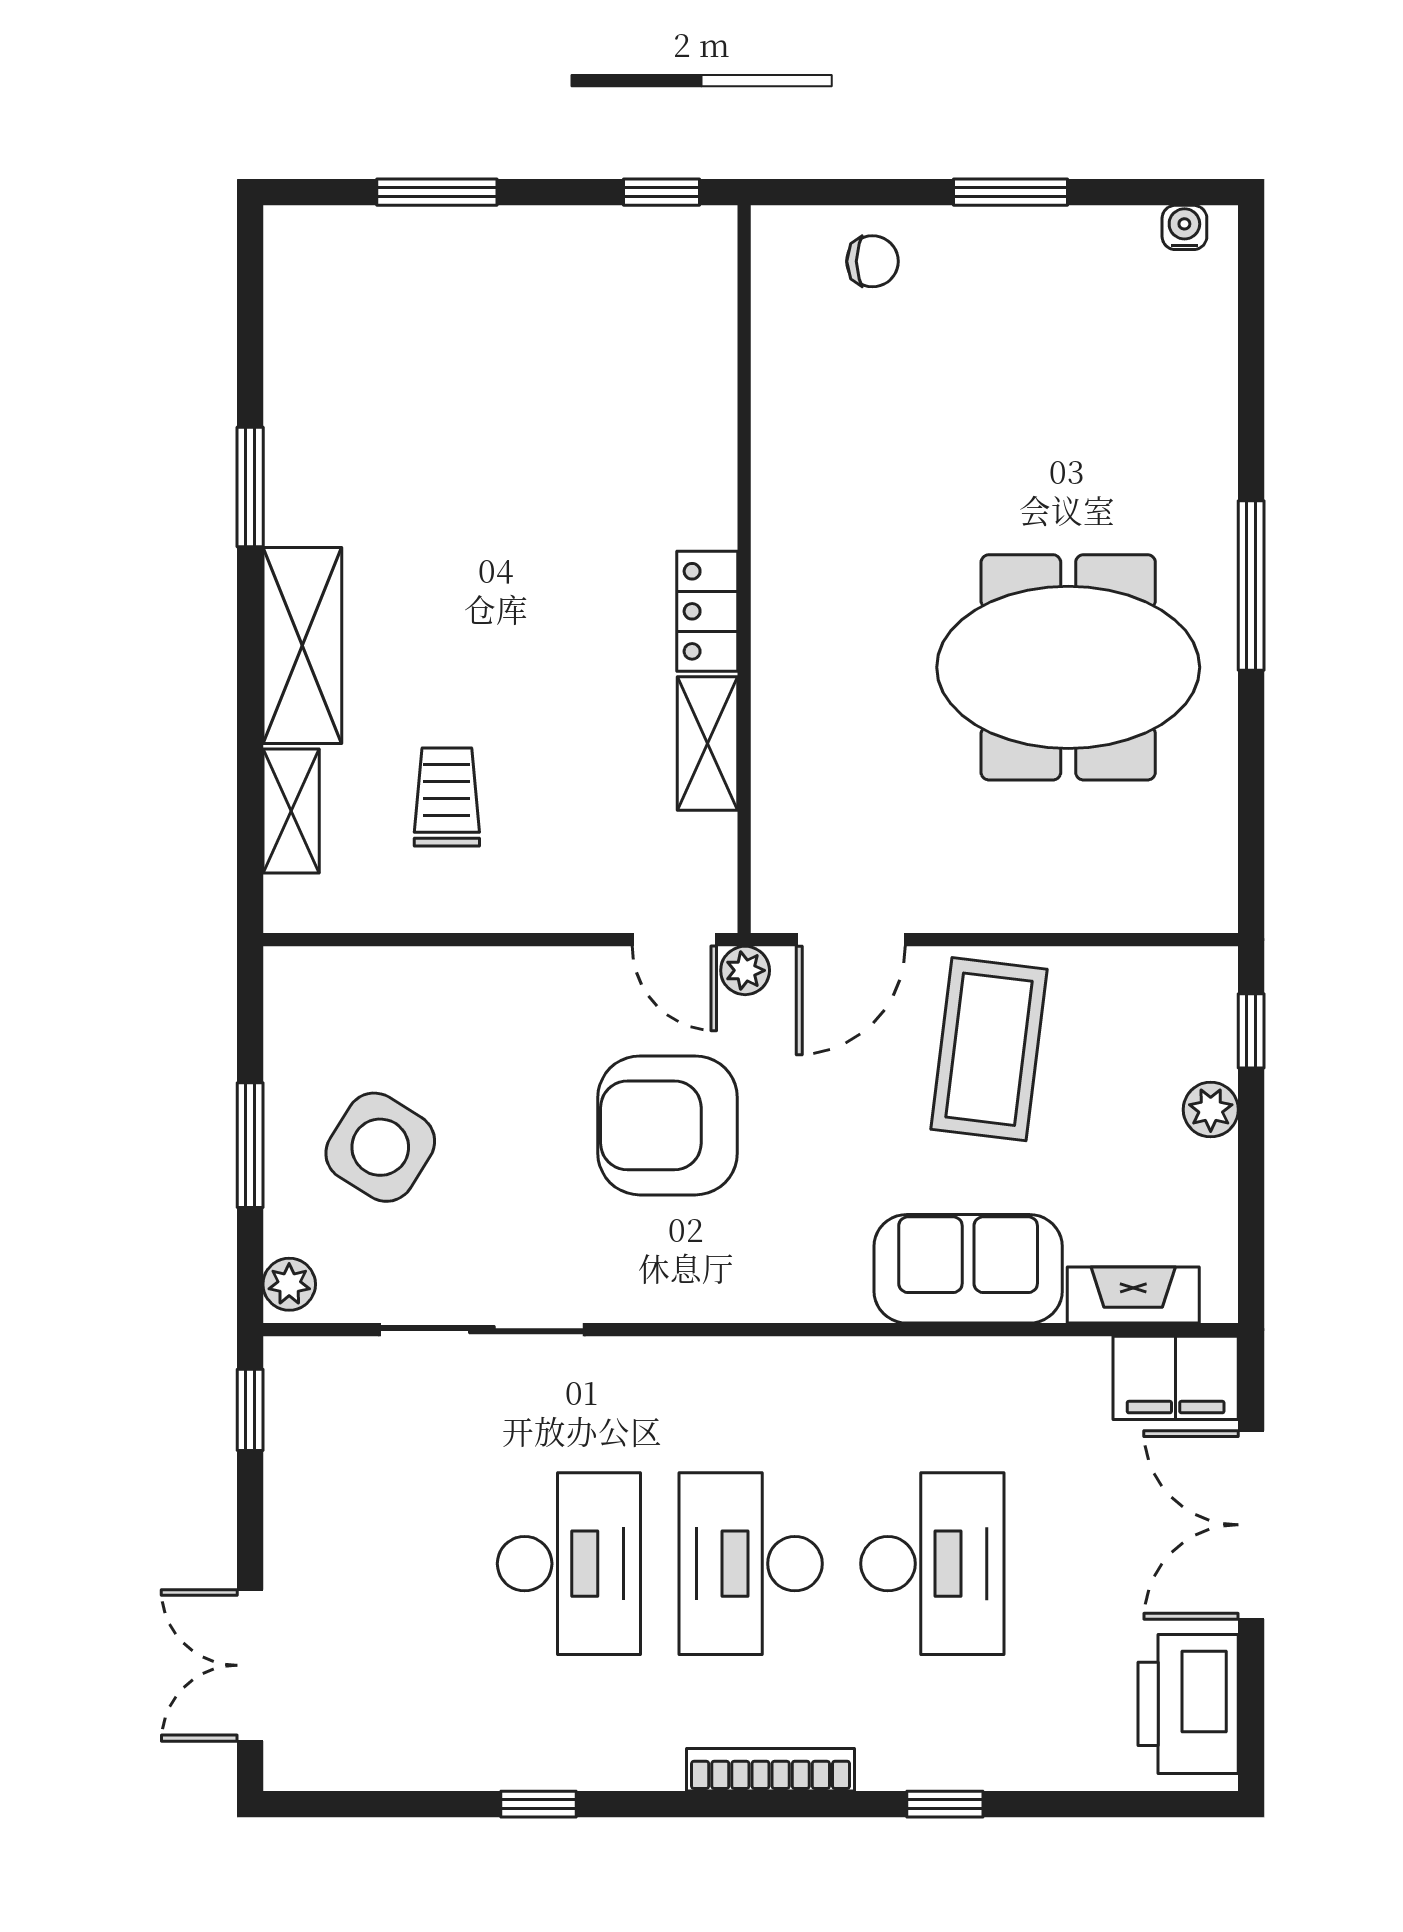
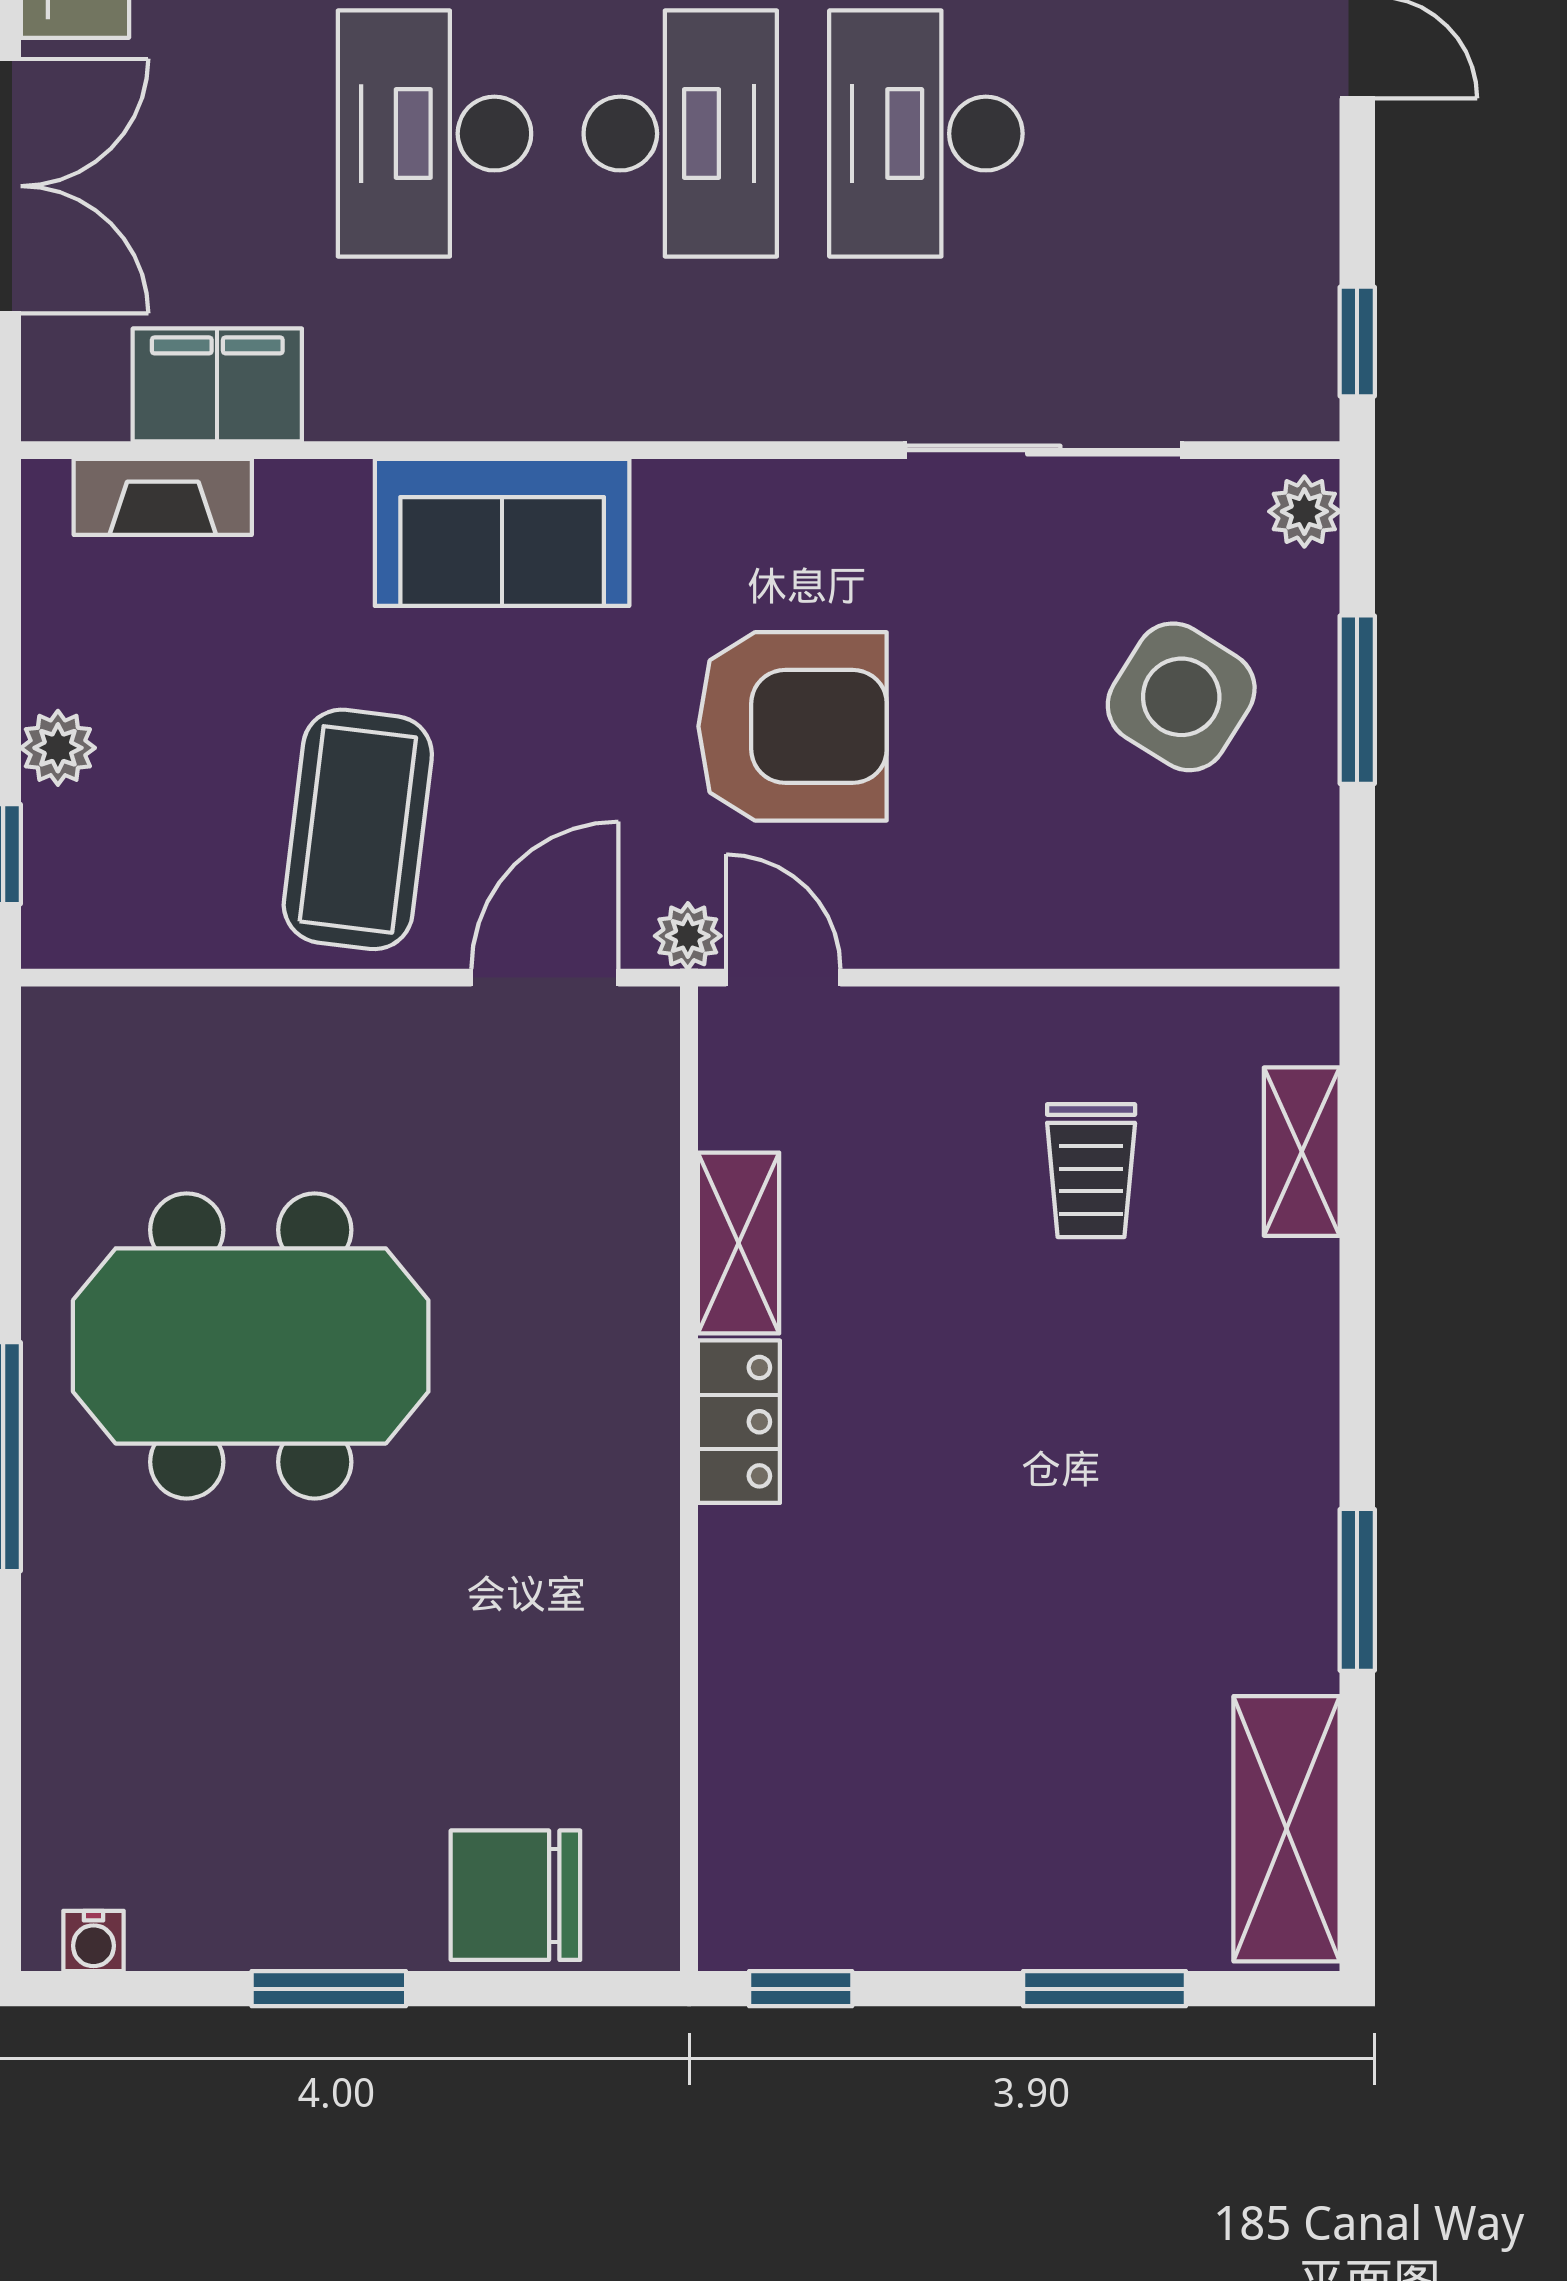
chair: (872, 261) -> (515, 1895), width x1.87, depth x1.87
shelving: (302, 645) -> (1287, 1829), moved
sofa: (968, 1269) -> (502, 532), moved
filing cabinet: (1176, 1378) -> (217, 385), moved

